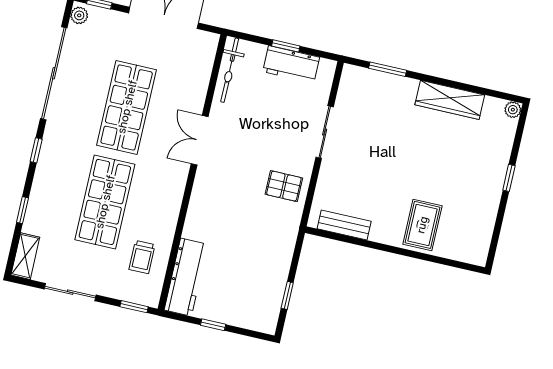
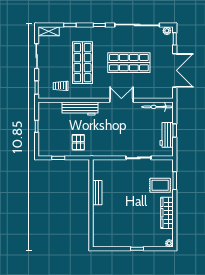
pallet: (284, 186) -> (78, 142), moved
shop shelf: (105, 202) -> (82, 63), turned 90
bench: (344, 225) -> (97, 193), moved
rug: (422, 225) -> (160, 185), moved
workbench: (186, 277) -> (80, 109), moved

